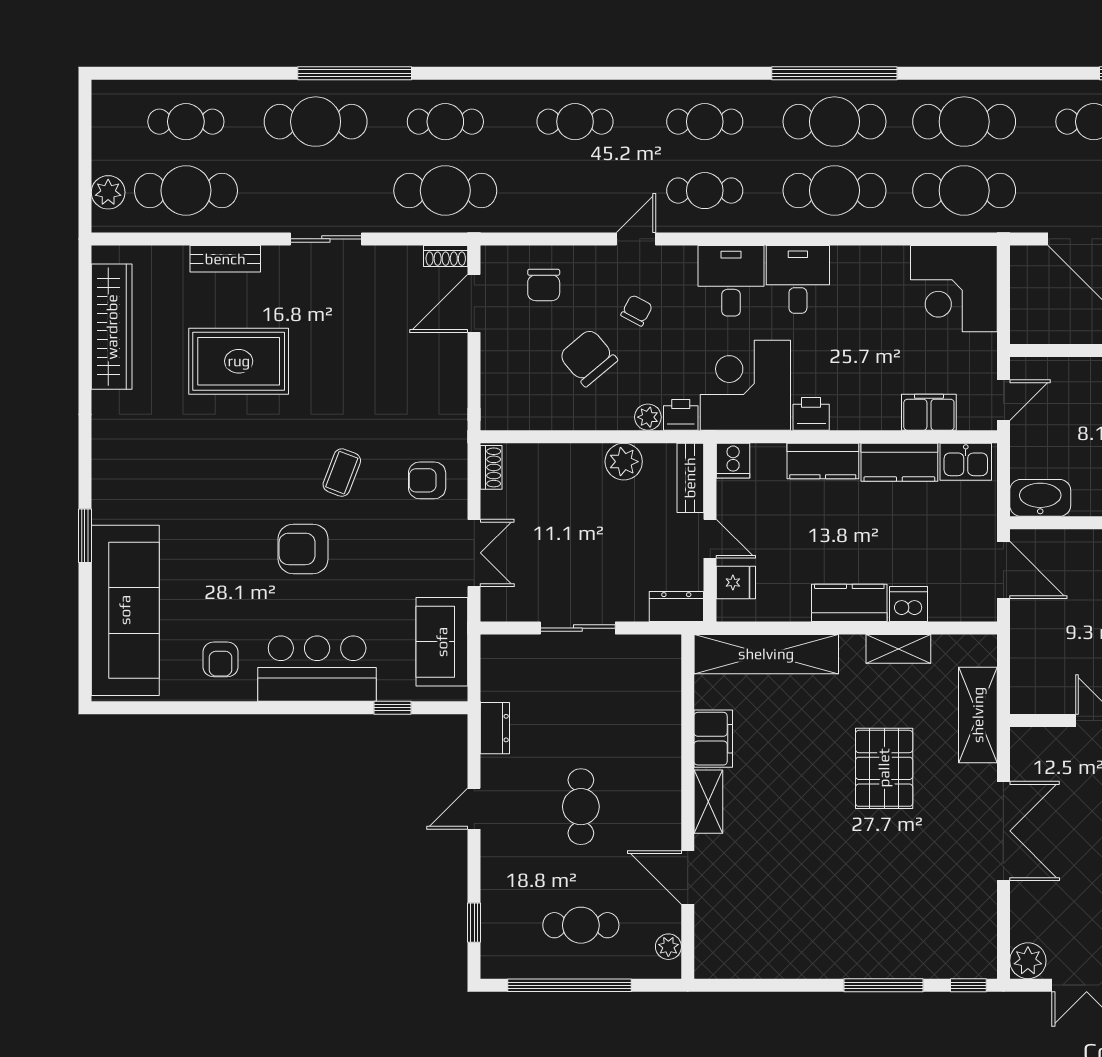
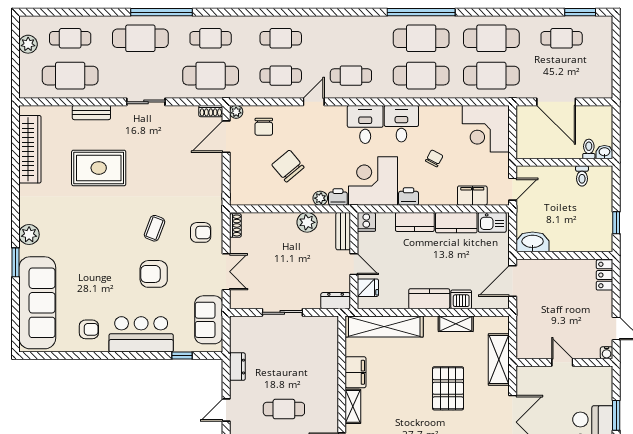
cafe table: (705, 122) -> (281, 76), moved
plant: (108, 192) -> (28, 44), moved
plant: (493, 258) -> (236, 112), added
chair: (637, 310) -> (434, 158), moved
armchair: (427, 480) -> (201, 232), turned 180
plant: (110, 484) -> (29, 235), added
armchair: (303, 549) -> (154, 274), moved
door: (1003, 570) -> (513, 281), swing flipped
armchair: (221, 659) -> (89, 329), turned -90
cafe table: (581, 807) -> (284, 409), turned 90

